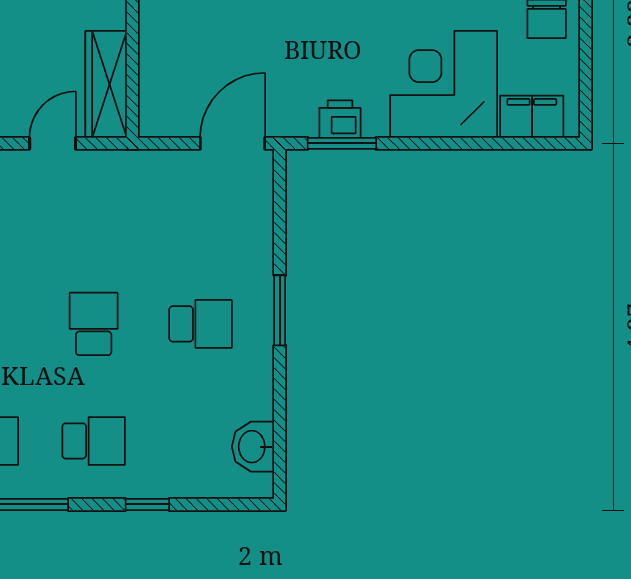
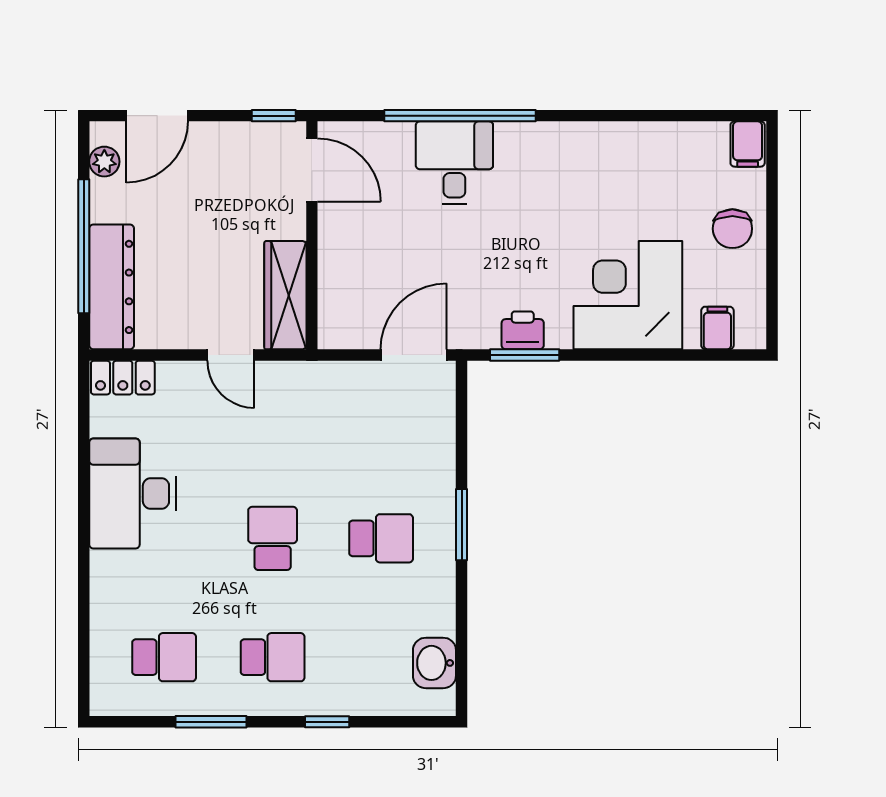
filing cabinet: (532, 117) -> (717, 328), width x0.50
door: (53, 143) -> (231, 355), swing flipped

